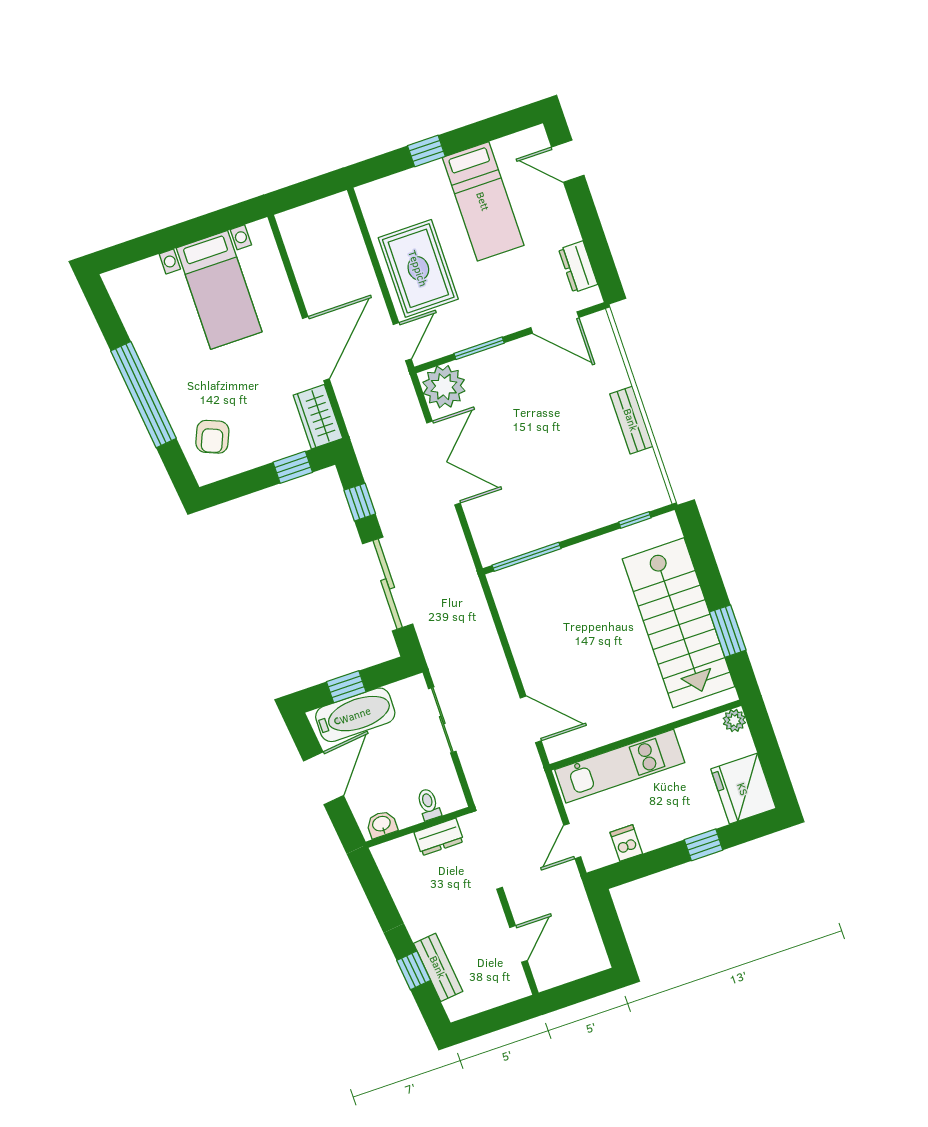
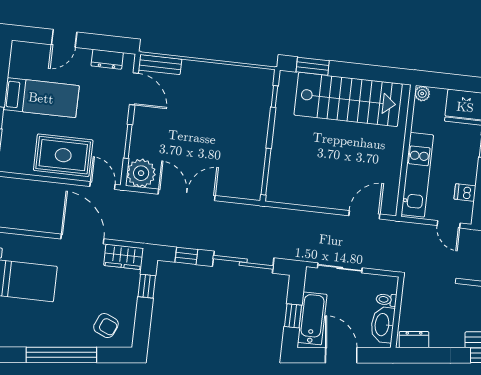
door: (568, 161) -> (64, 38), moved
door: (555, 322) -> (134, 89), hinge flipped
bench: (631, 420) -> (160, 65), moved
window: (728, 631) -> (313, 66), moved
washbasin: (382, 824) -> (383, 325), width x1.91, depth x1.45
dresser: (439, 837) -> (414, 340), moved, turned -96

